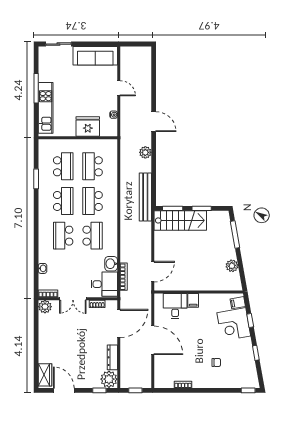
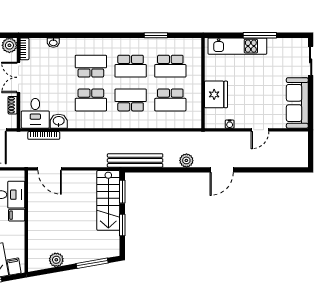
school desk: (93, 166) -> (170, 100), turned 180

